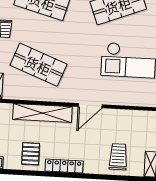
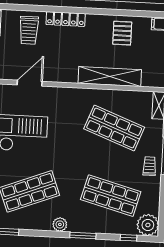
door: (90, 106) -> (30, 83), moved
locker: (64, 166) -> (66, 19), moved

